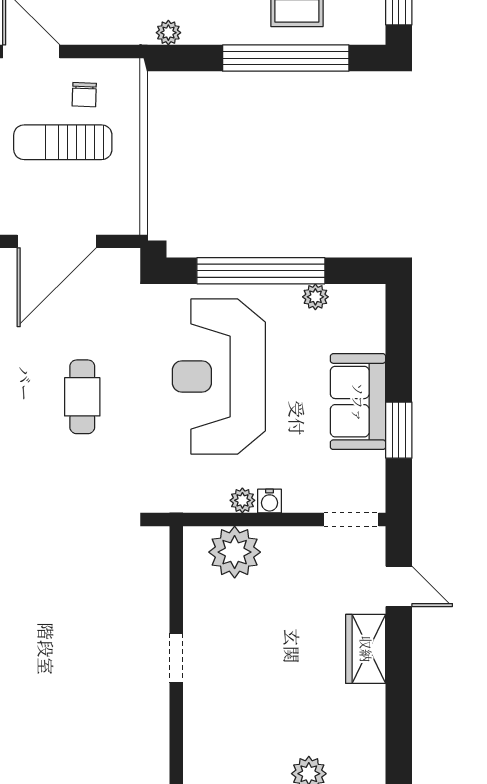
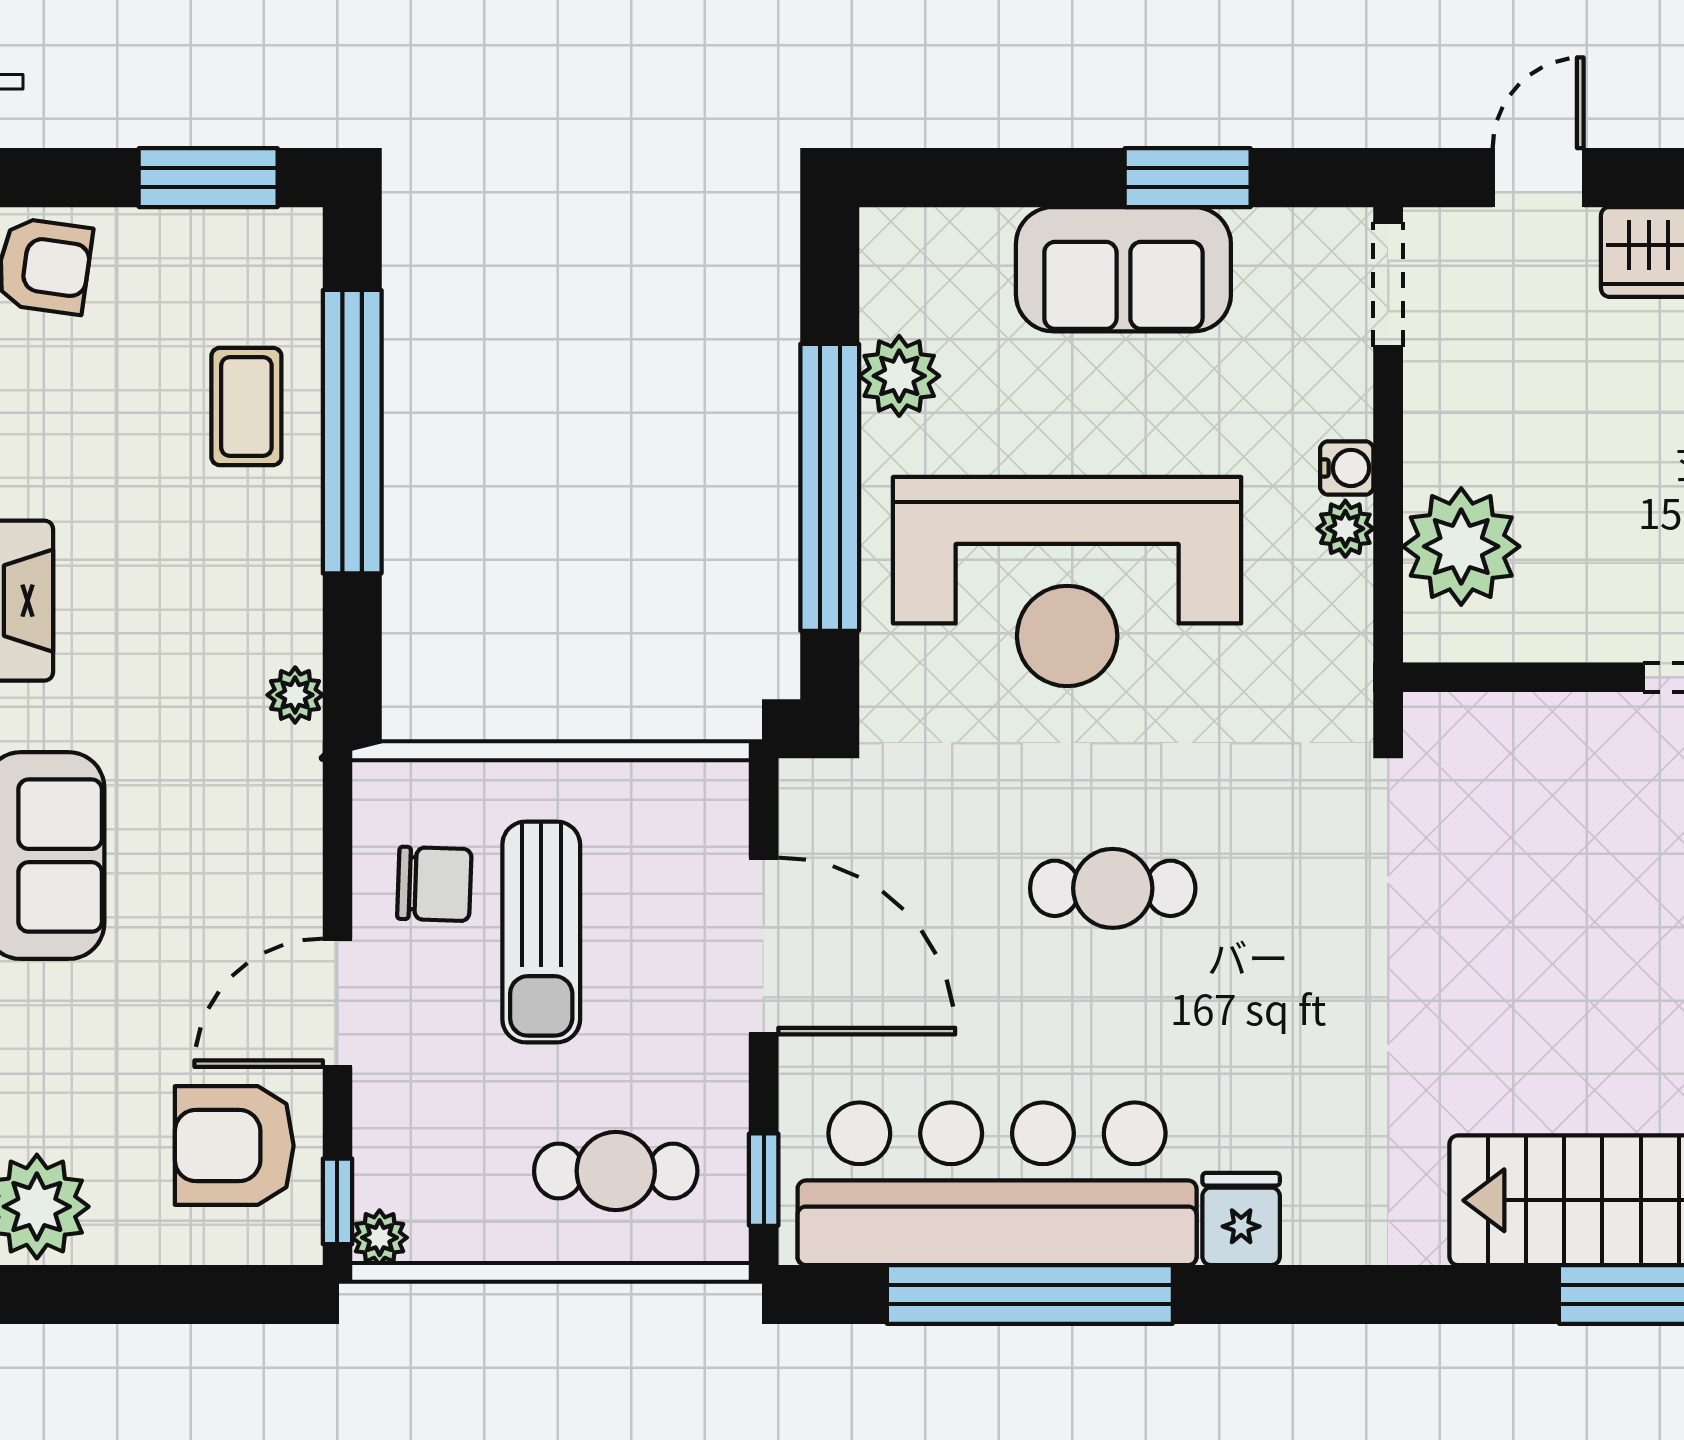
chair: (84, 95) -> (434, 884), width x1.37, depth x1.37
plant: (315, 297) -> (899, 376), width x1.38, depth x1.38

